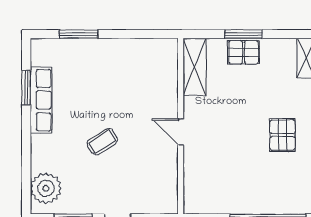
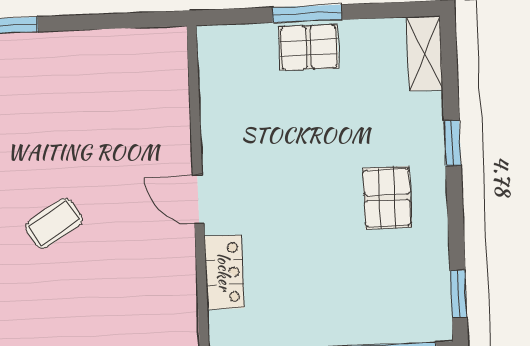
shelving: (195, 67) -> (219, 78), removed
locker: (193, 172) -> (224, 272), added

